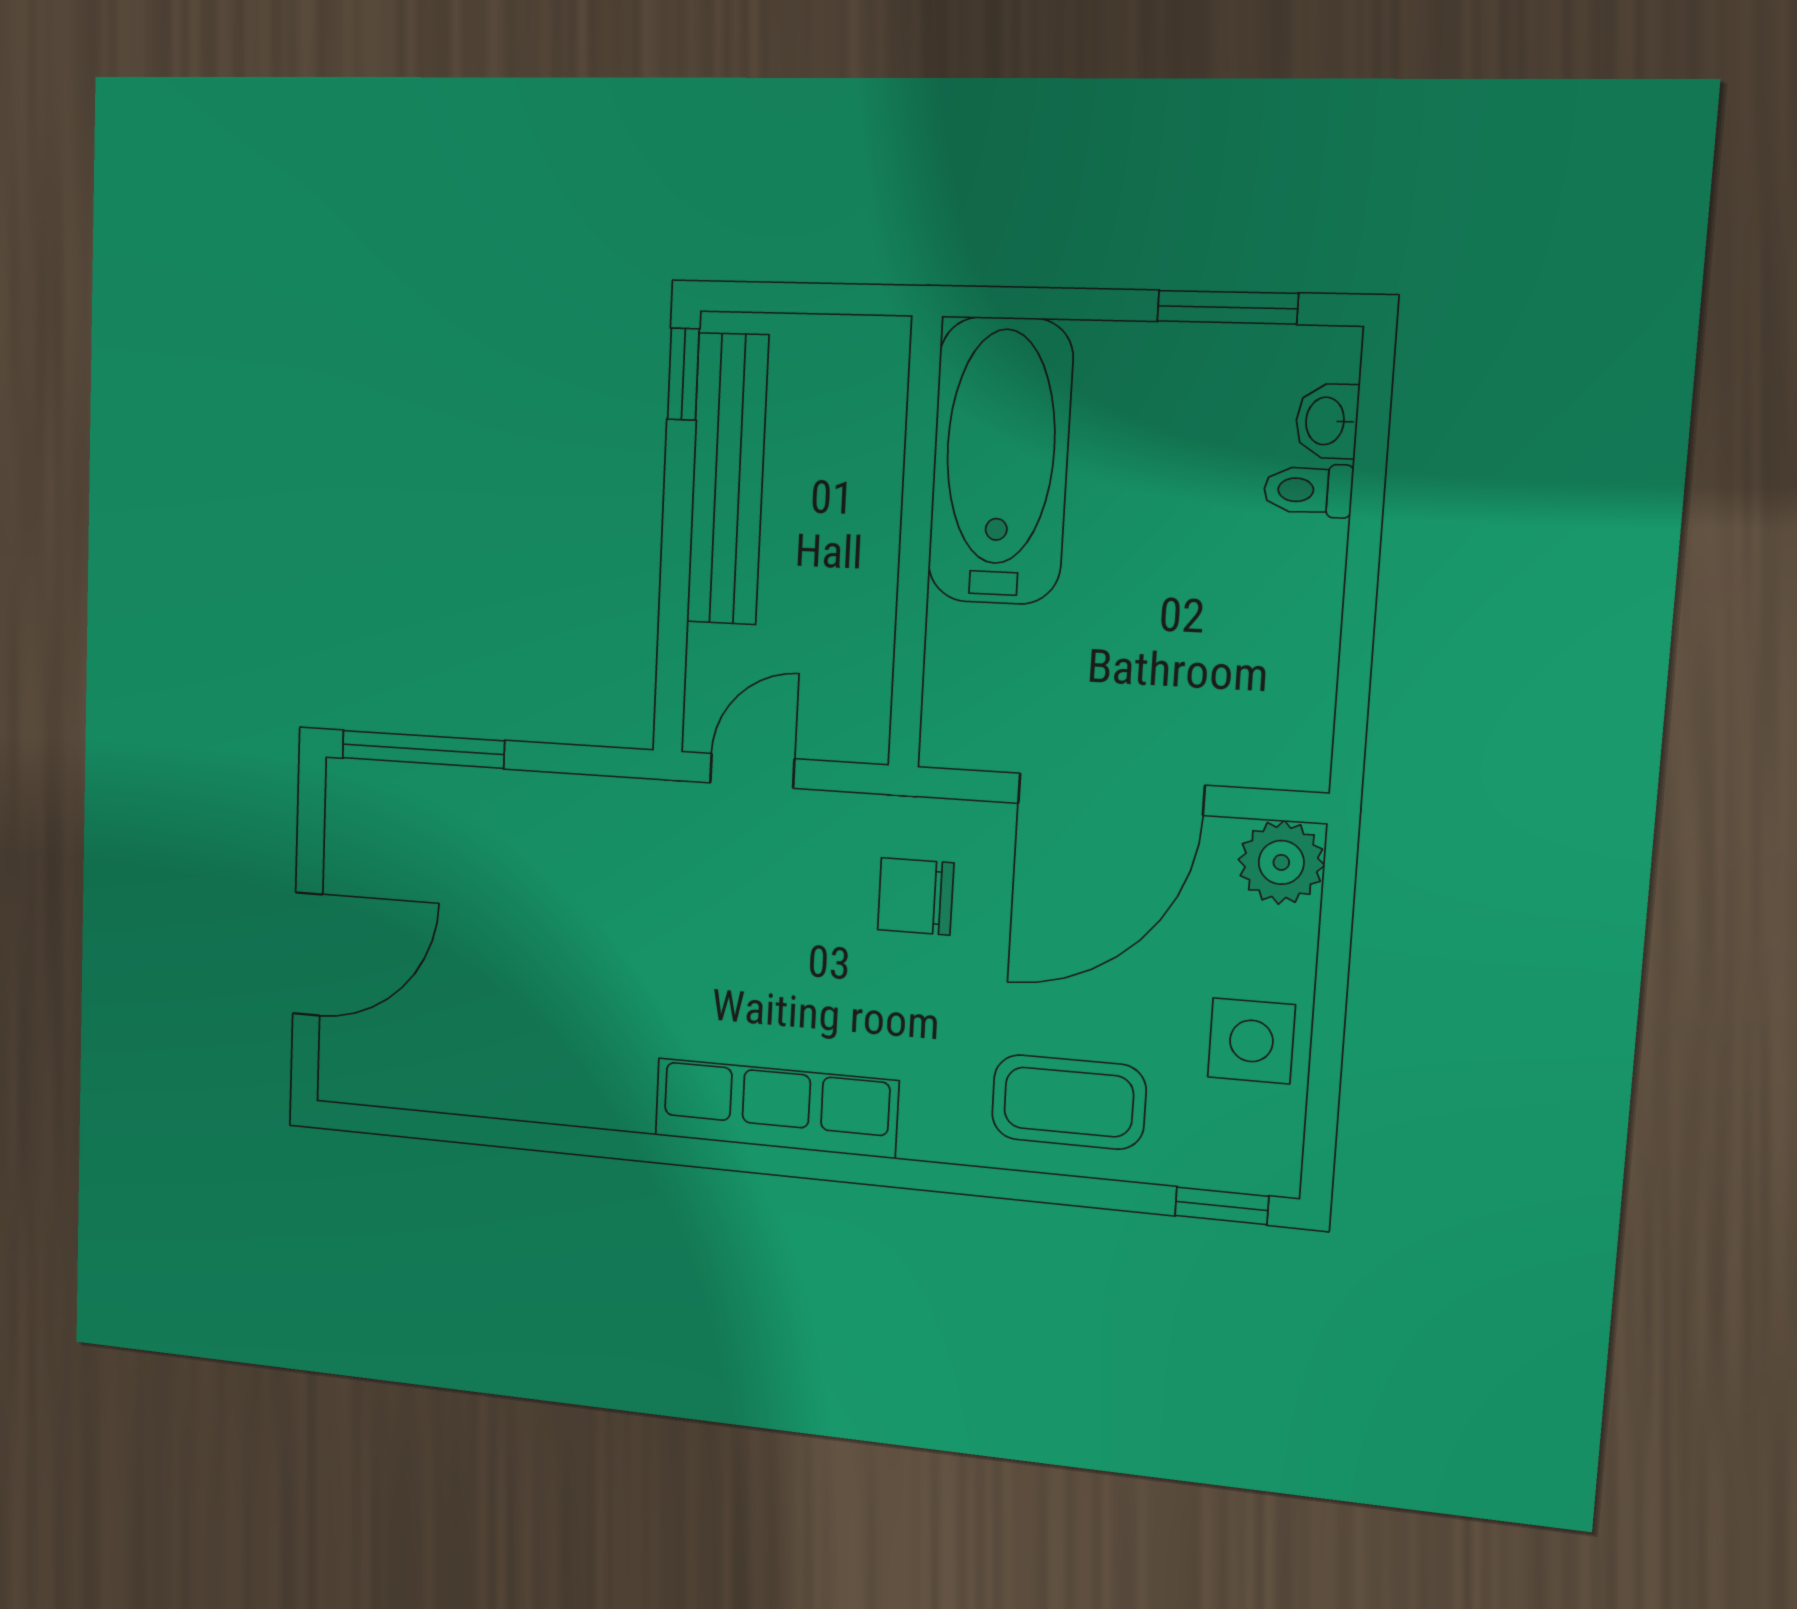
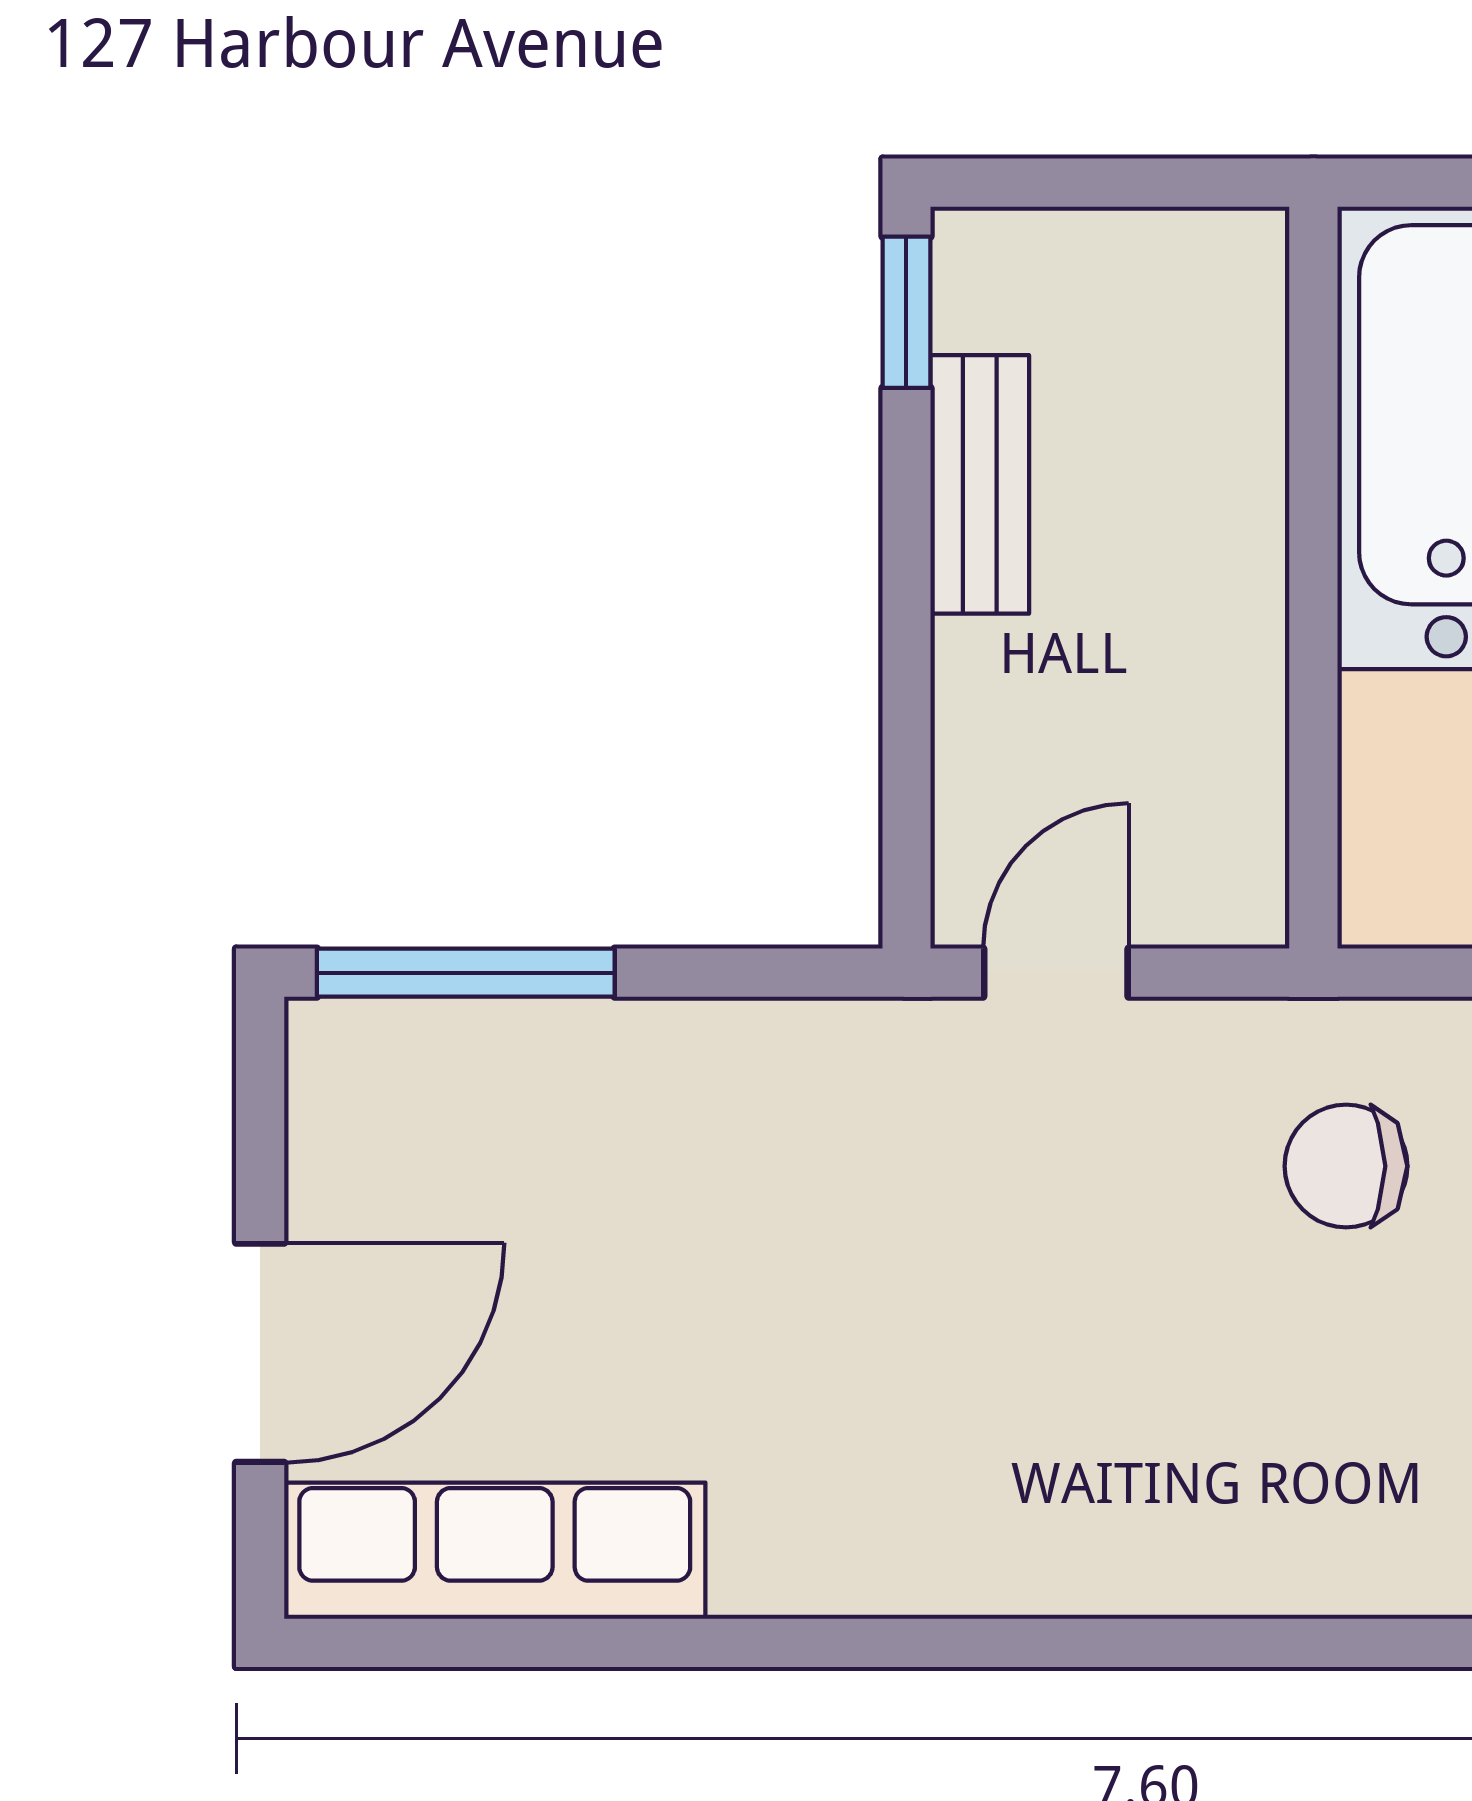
bench: (727, 479) -> (980, 484), width x0.54, depth x0.82
row of seats: (776, 1108) -> (495, 1551), moved

